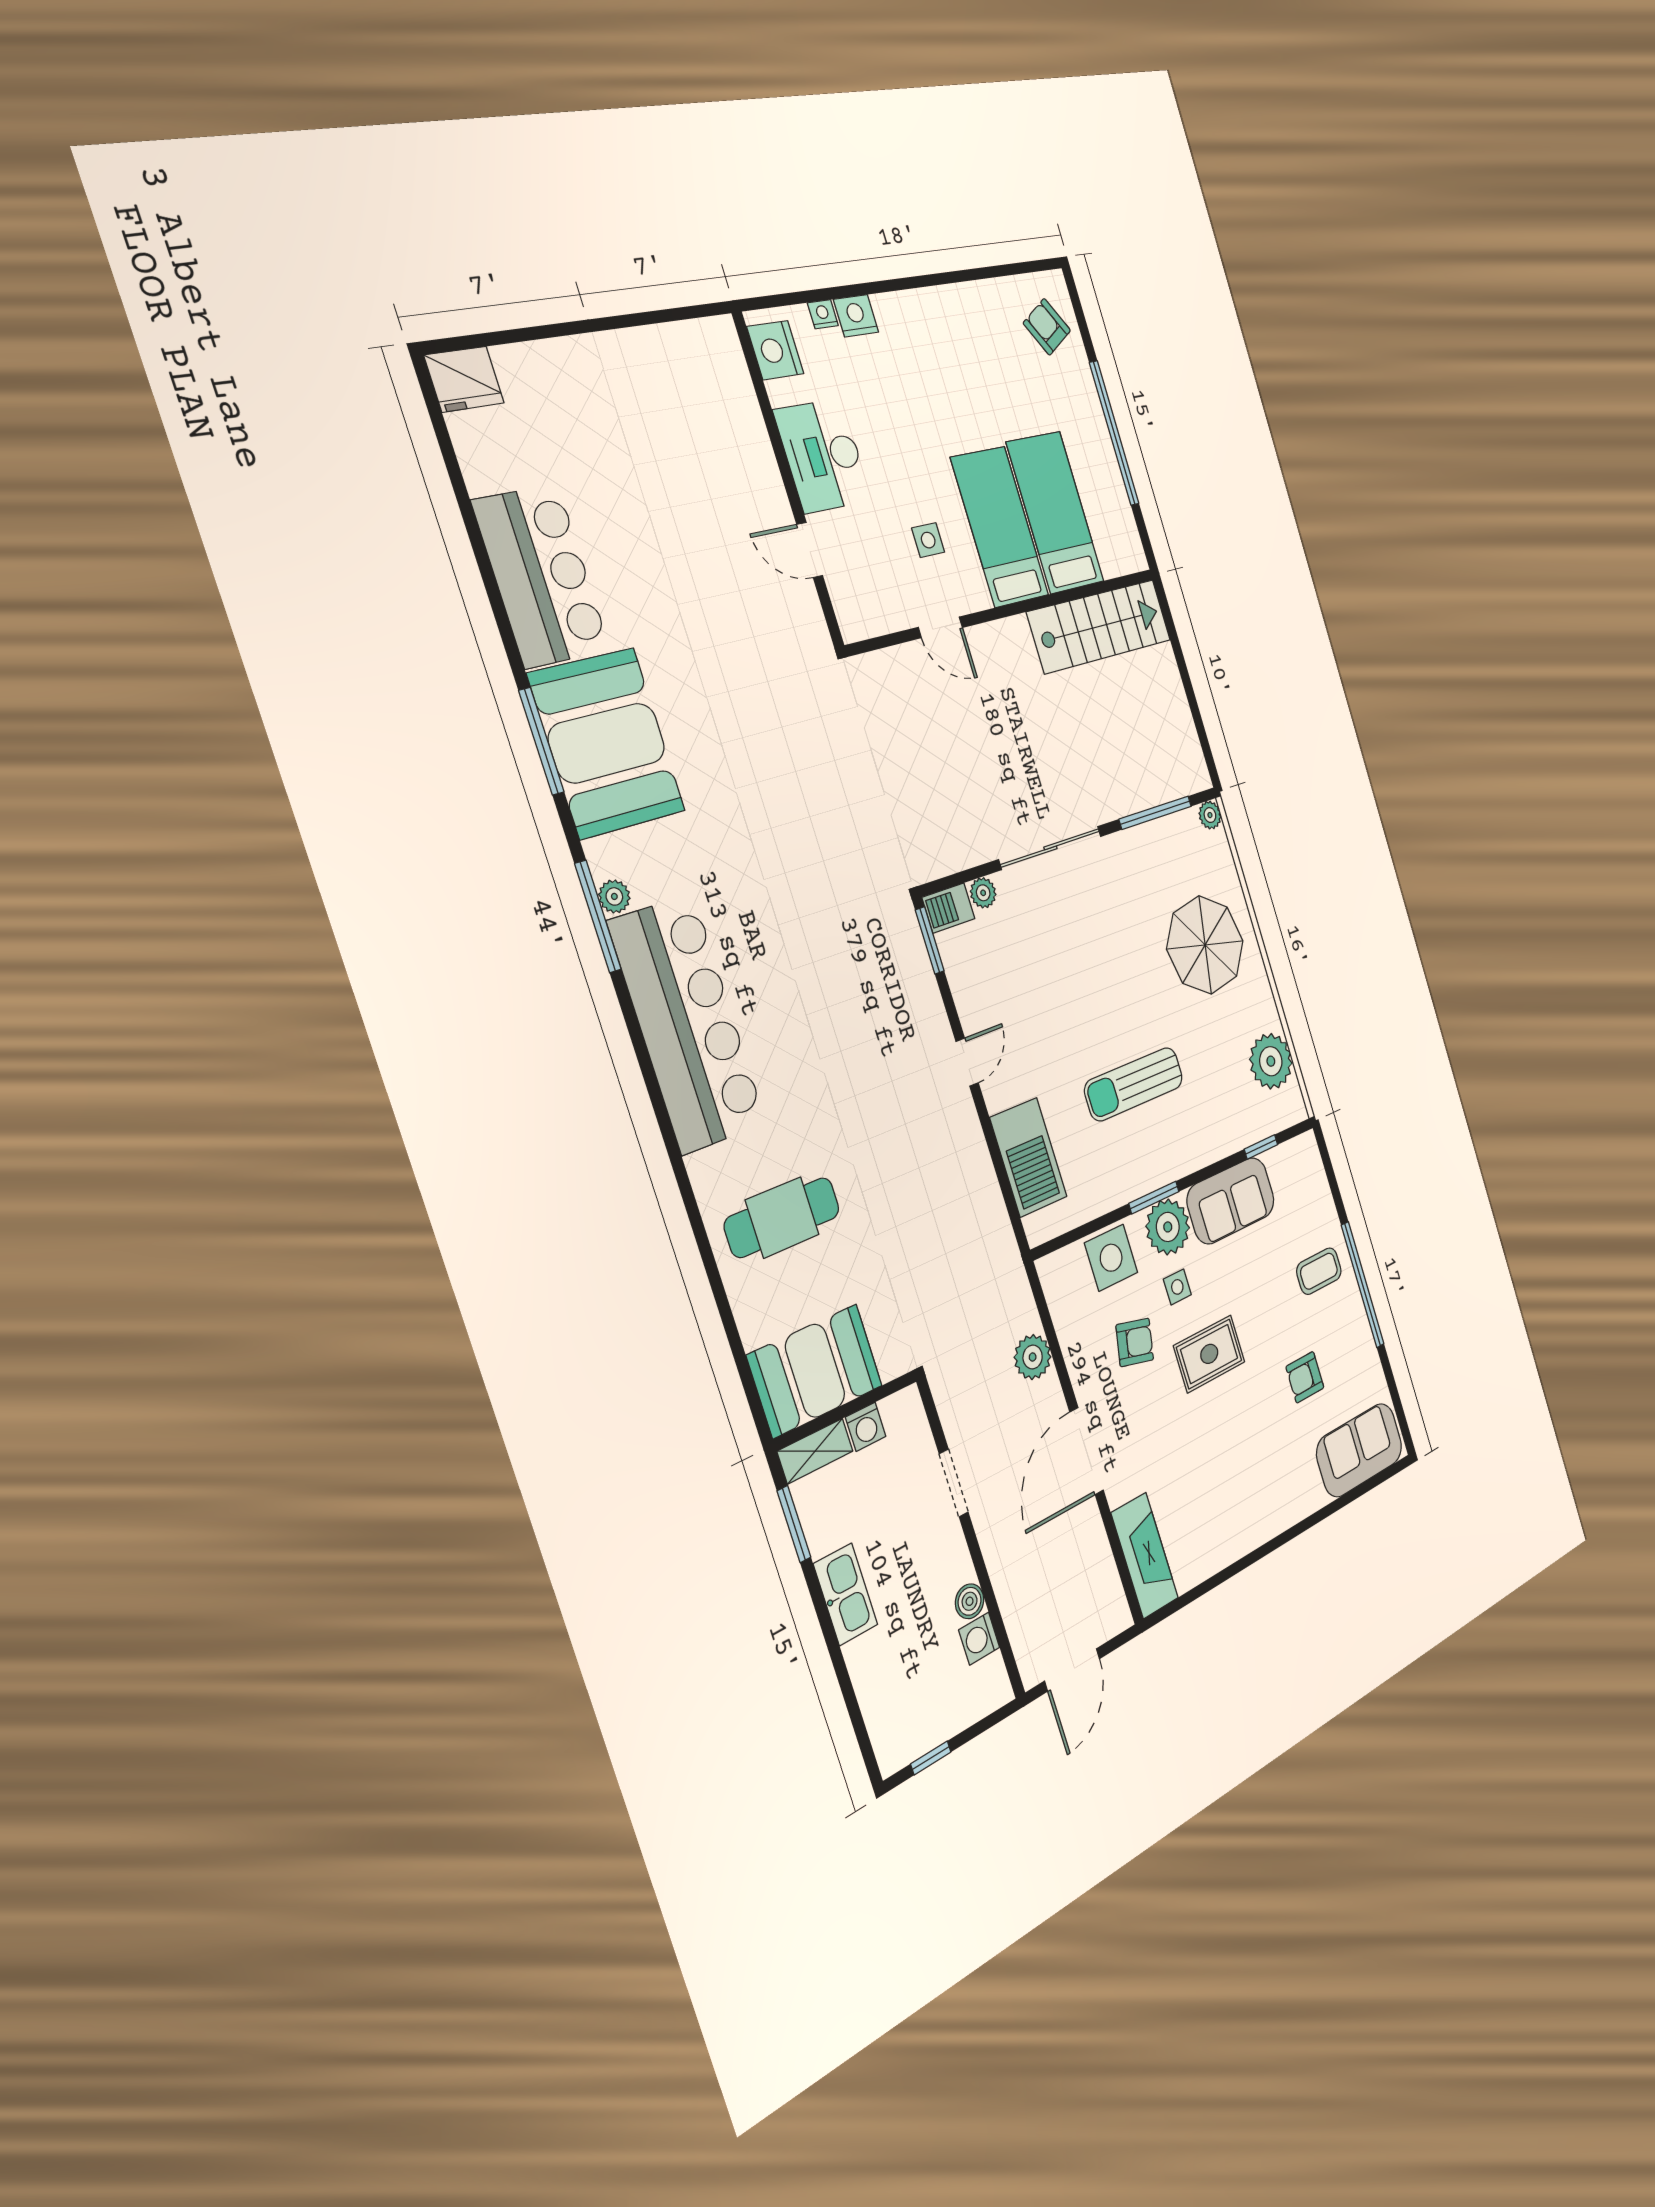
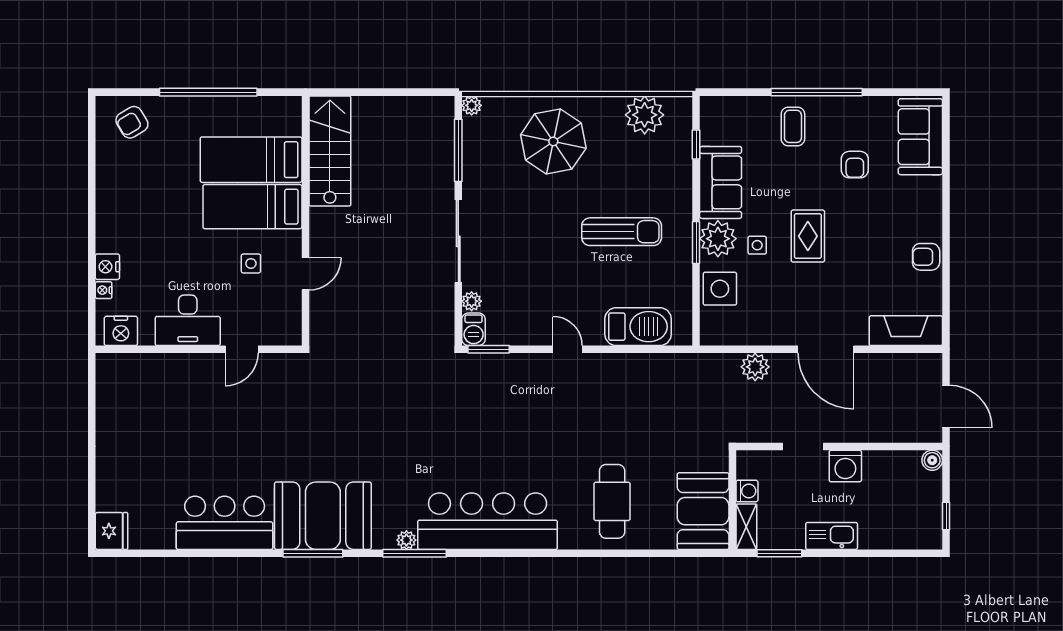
sun lounger: (1134, 1084) -> (622, 232), turned -90
armchair: (1135, 1342) -> (926, 257), moved, turned -103
boiler: (970, 1601) -> (932, 460), moved
washing machine: (979, 1639) -> (845, 466), moved, width x1.38, depth x1.38

